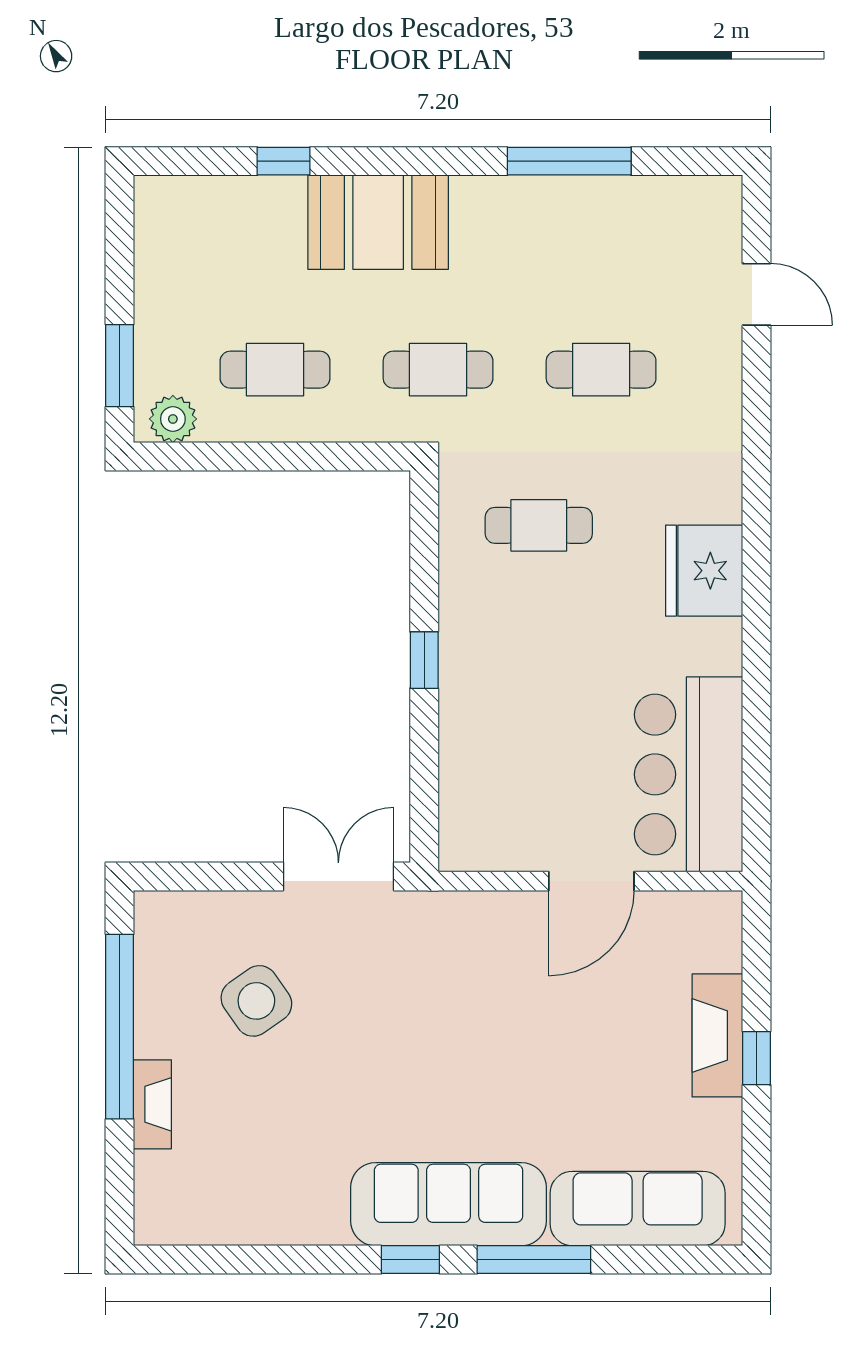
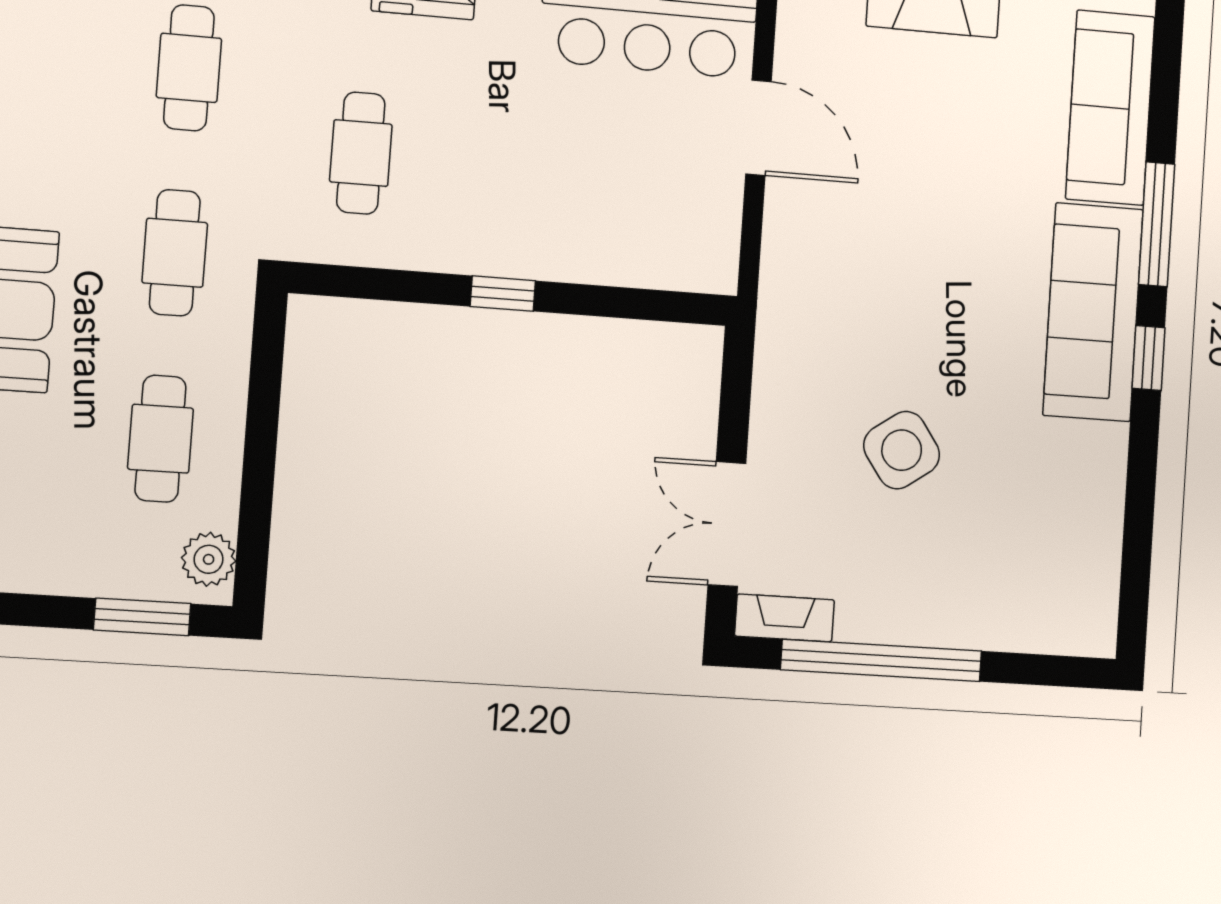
double door: (338, 876) -> (727, 524), moved
side table: (256, 1001) -> (902, 450), moved
fireplace: (152, 1104) -> (784, 618), moved

